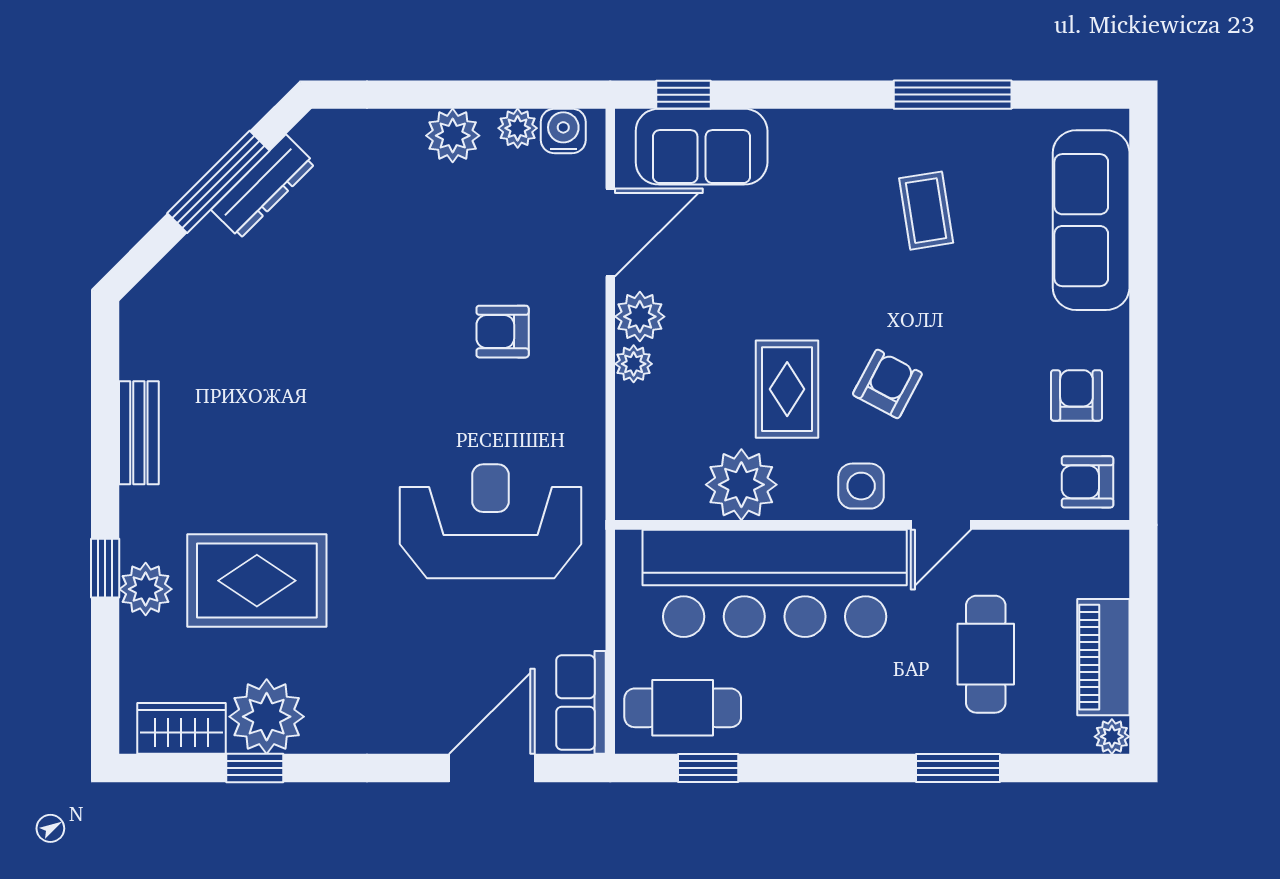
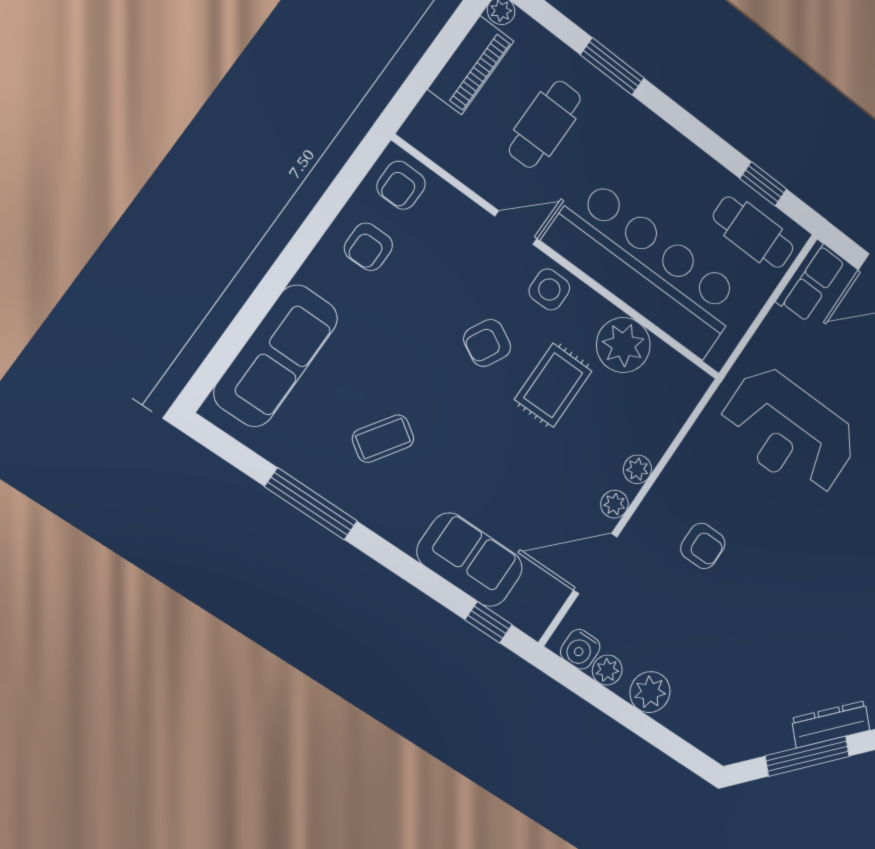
sofa: (702, 147) -> (470, 560), moved
dresser: (263, 187) -> (831, 724), moved
coffee table: (926, 211) -> (383, 439), turned 43
plant: (640, 317) -> (614, 504), width x0.73, depth x0.73
armchair: (1087, 482) -> (401, 185), turned 90

